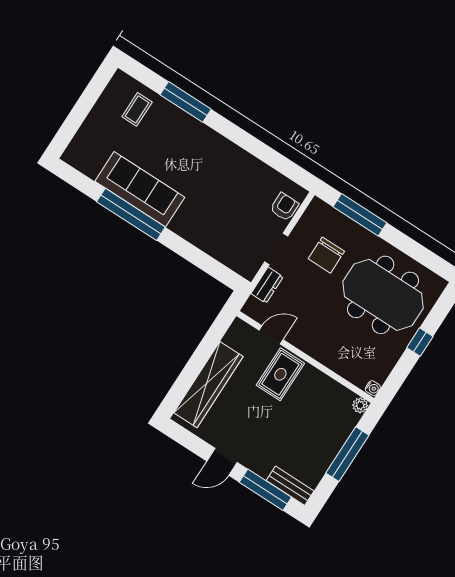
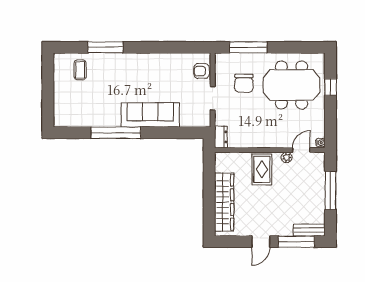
sofa: (140, 189) -> (150, 115), moved
armchair: (284, 207) -> (202, 71), turned -90
dresser: (267, 285) -> (221, 137), moved
door: (271, 335) -> (301, 150), moved
window: (420, 342) -> (330, 87), moved
plant: (360, 405) -> (287, 157), moved

